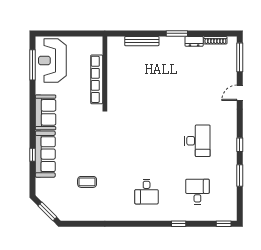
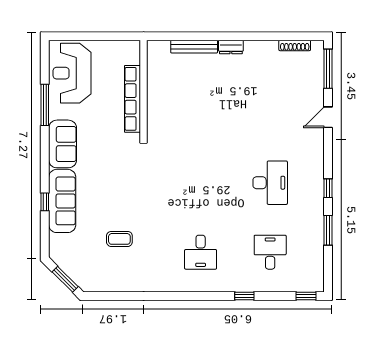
window: (177, 33) -> (242, 36), removed
dresser: (194, 41) -> (231, 47), moved
window: (32, 65) -> (45, 105), moved

